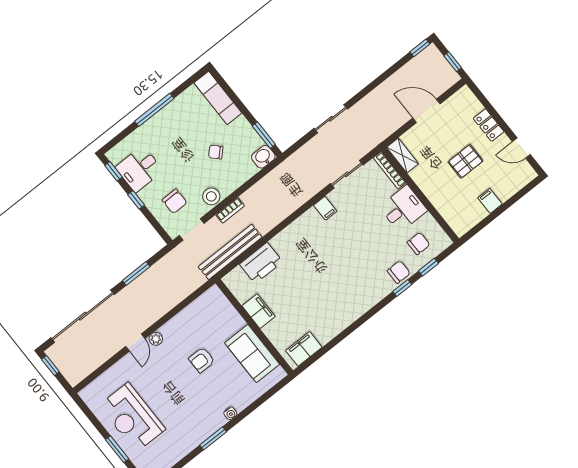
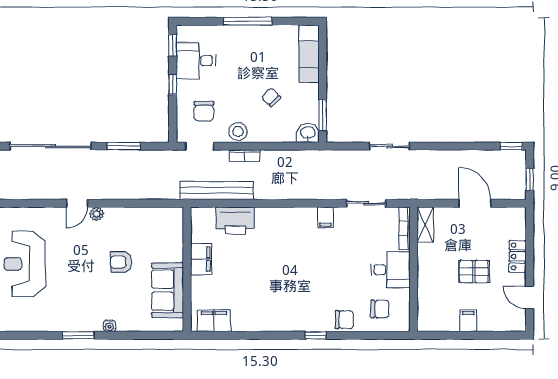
window: (428, 267) -> (373, 335), removed
window: (402, 288) -> (316, 335), moved

